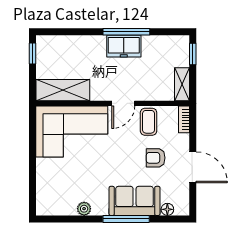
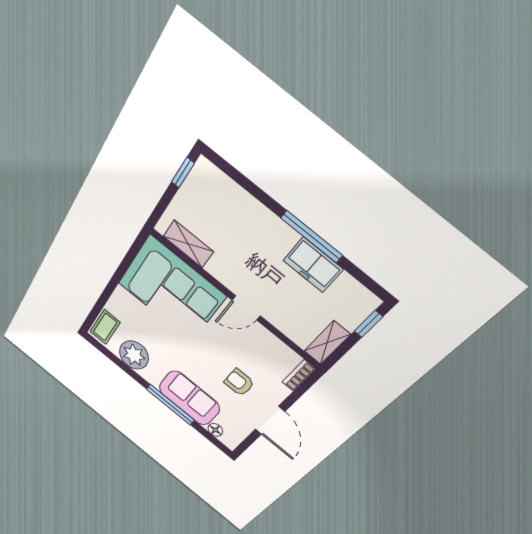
freezer: (124, 46) -> (313, 265), moved
shelving: (63, 90) -> (188, 244), width x0.67, depth x0.75
coffee table: (149, 122) -> (105, 327), moved
plant: (84, 209) -> (134, 355), width x1.87, depth x1.87

